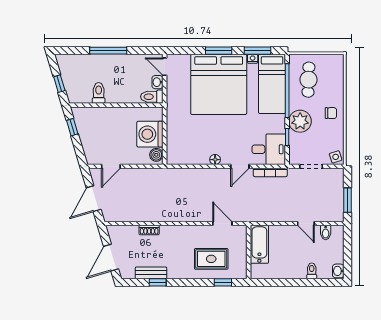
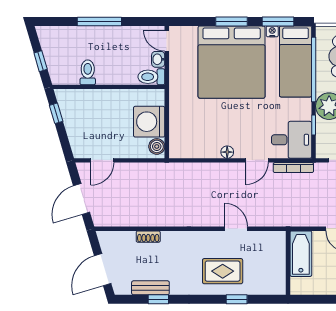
bathtub: (259, 244) -> (301, 254), moved
wall: (249, 252) -> (288, 263), moved

